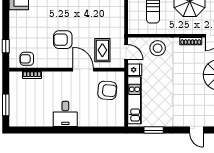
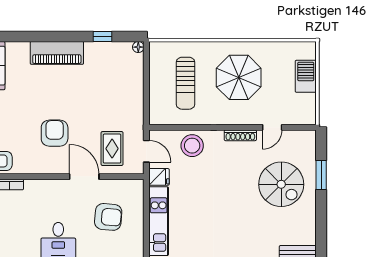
armchair: (63, 40) -> (55, 133), turned 90
armchair: (107, 90) -> (108, 217), moved

